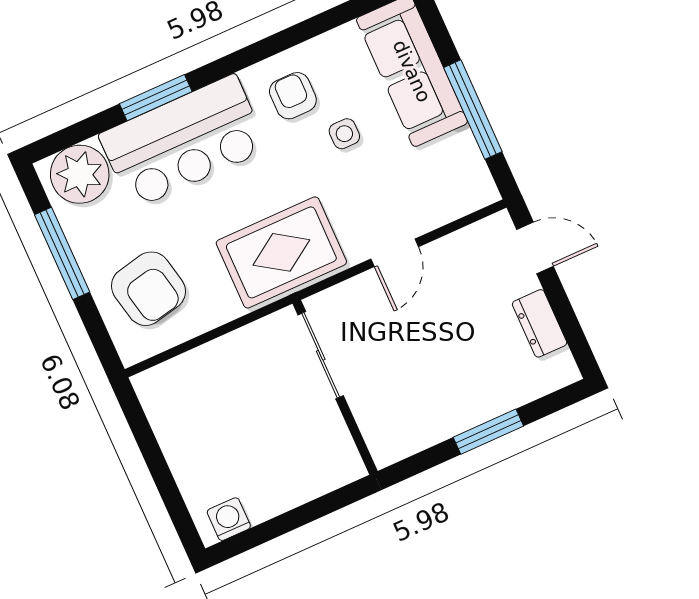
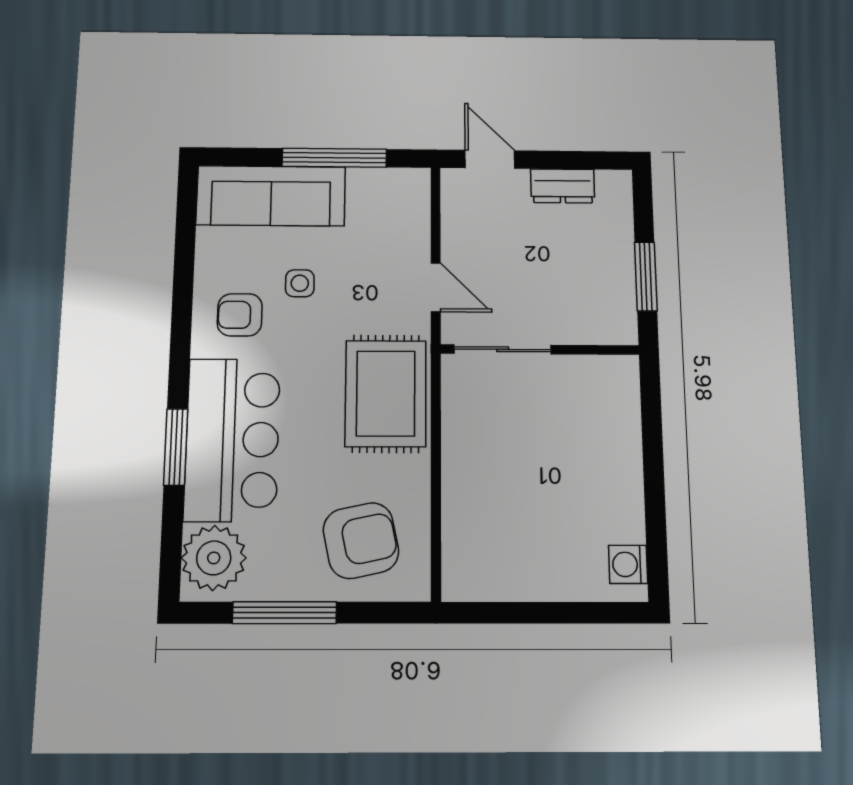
door: (535, 248) -> (490, 159), hinge flipped
sliding door: (321, 355) -> (503, 349), moved
wall: (335, 387) -> (540, 350), moved

